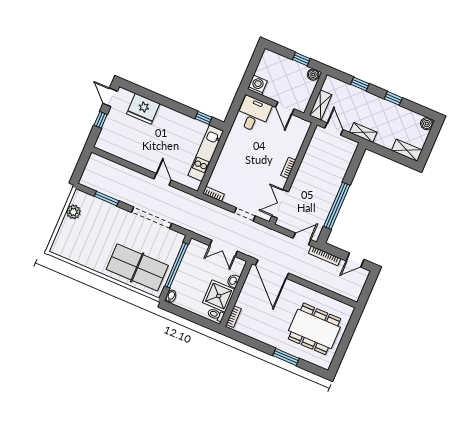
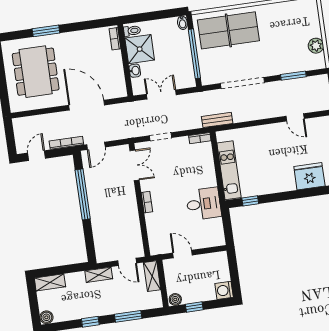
window: (360, 84) -> (128, 316), width x1.50
washing machine: (257, 85) -> (224, 290), moved, turned 90
desk: (253, 114) -> (204, 204), moved, turned -90
door: (163, 179) -> (295, 117), moved
bench: (191, 200) -> (217, 120), added
door: (272, 269) -> (87, 105), moved
dining table: (314, 329) -> (36, 72), turned 90

